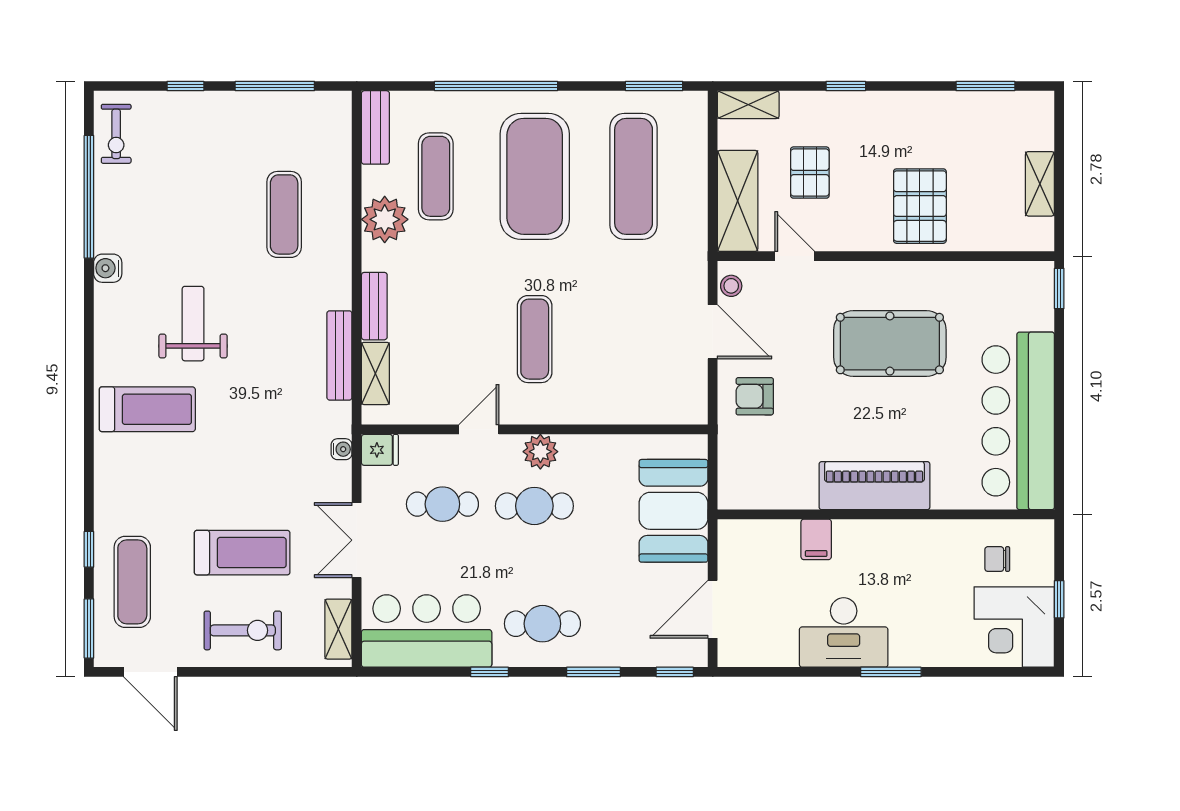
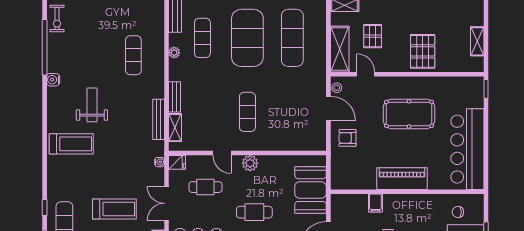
plant: (385, 219) -> (174, 53), width x0.53, depth x0.53
door: (479, 429) -> (222, 153), swing flipped
cafe table: (534, 506) -> (254, 212), moved

